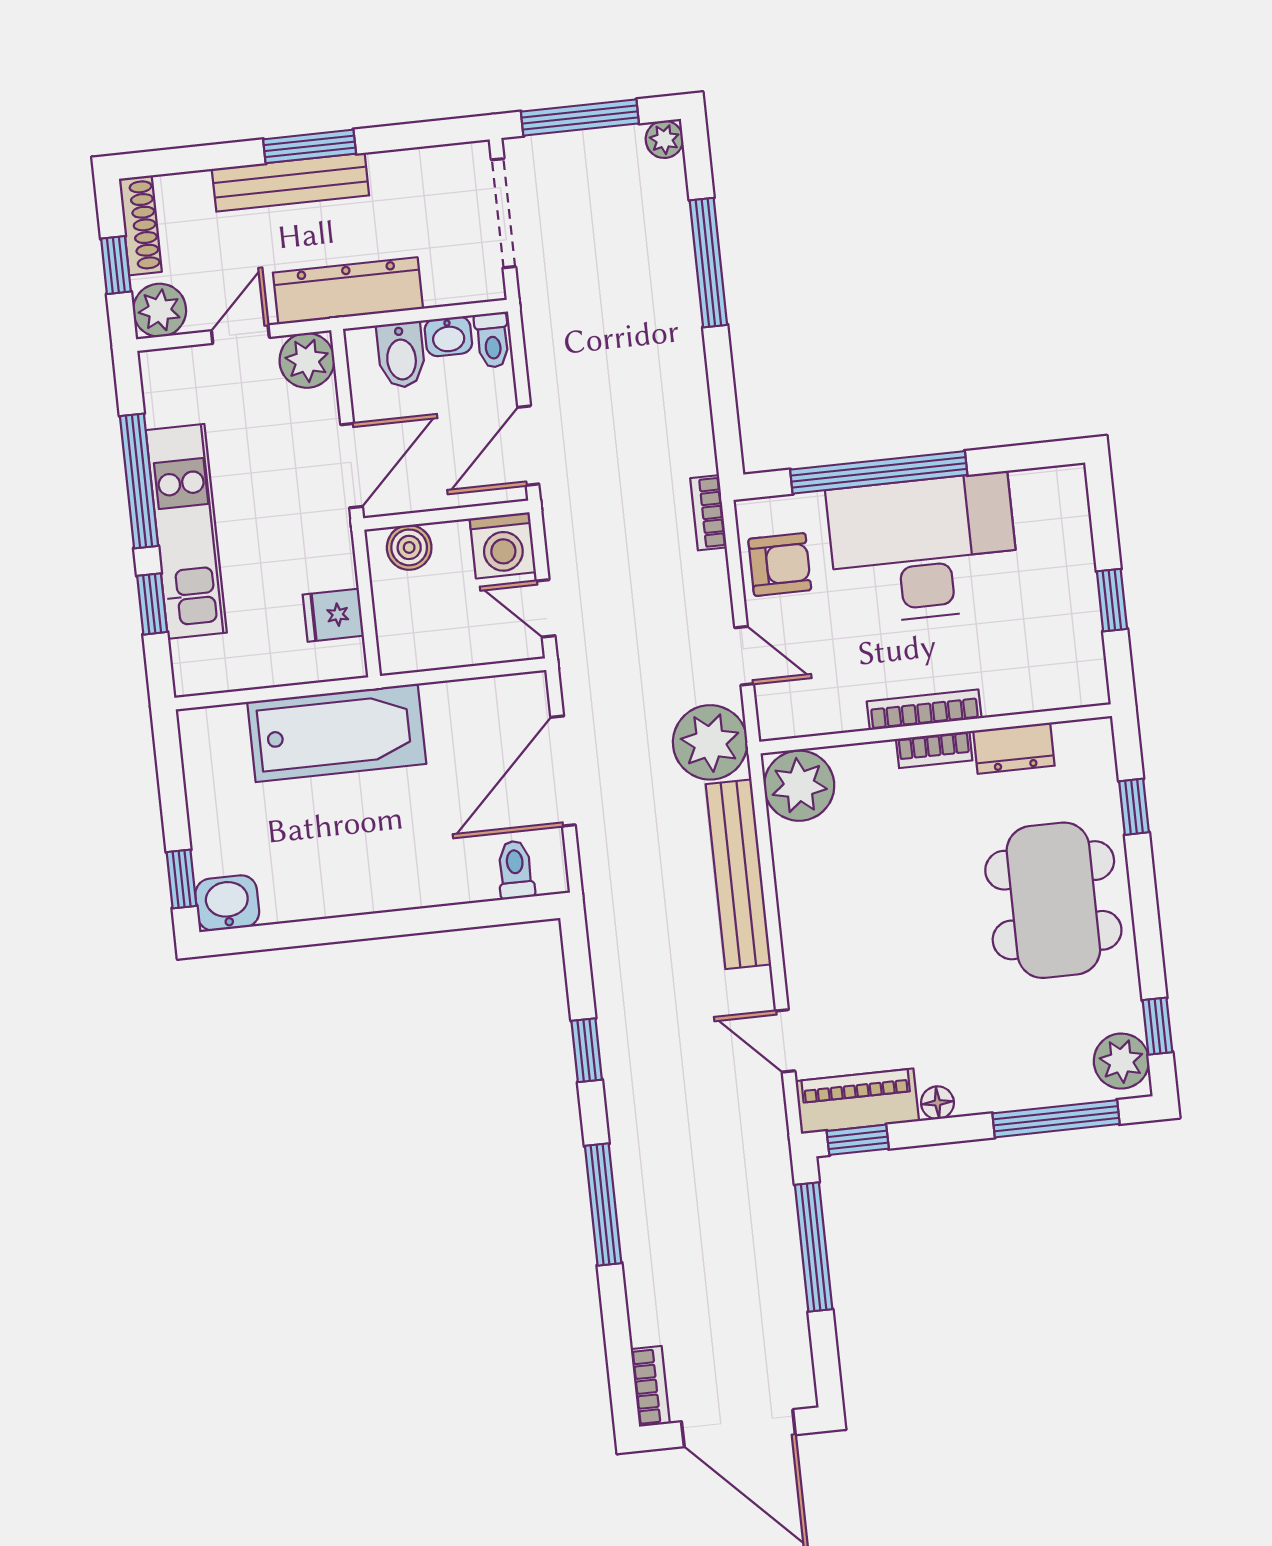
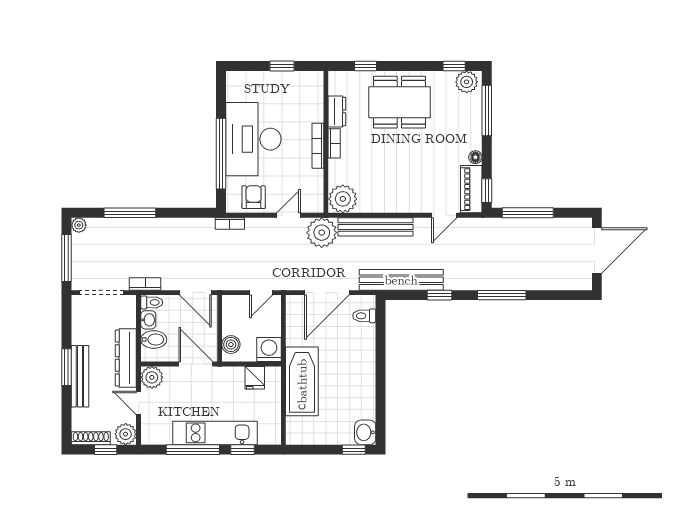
washing machine: (503, 545) -> (269, 350), moved, turned -90
door: (563, 771) -> (327, 293), hinge flipped
bench: (614, 952) -> (401, 280), added
bookcase: (650, 1386) -> (145, 284), moved

